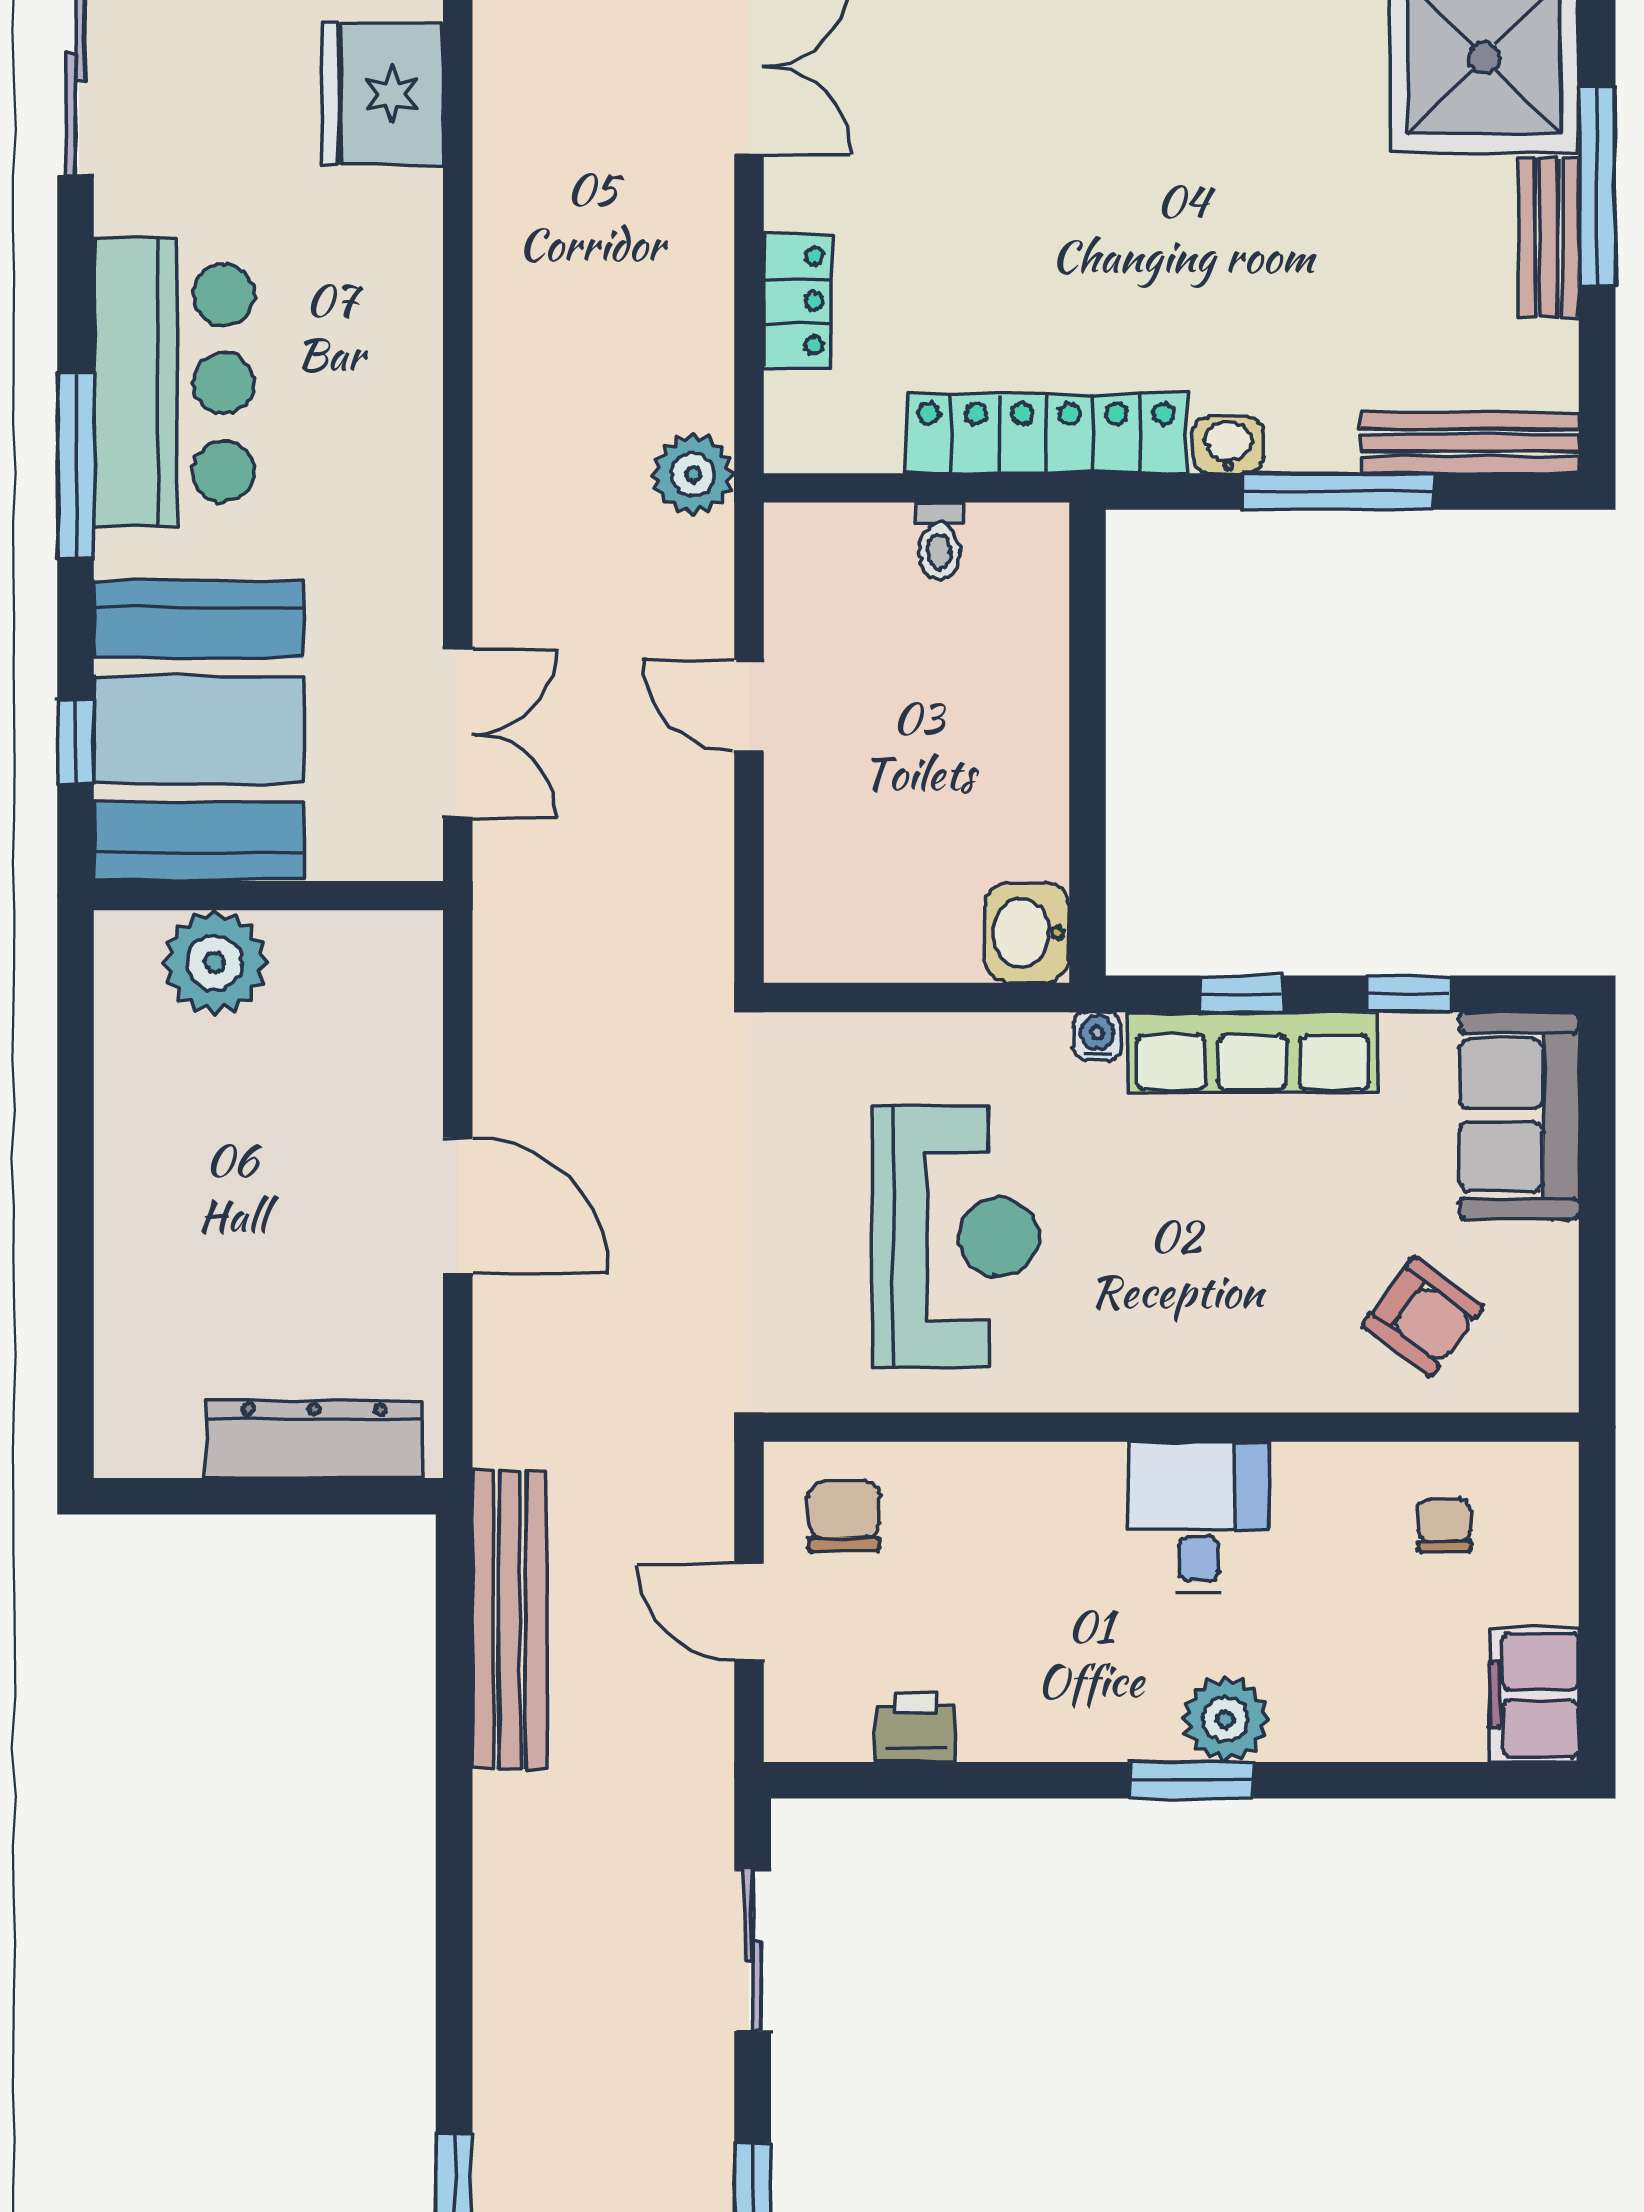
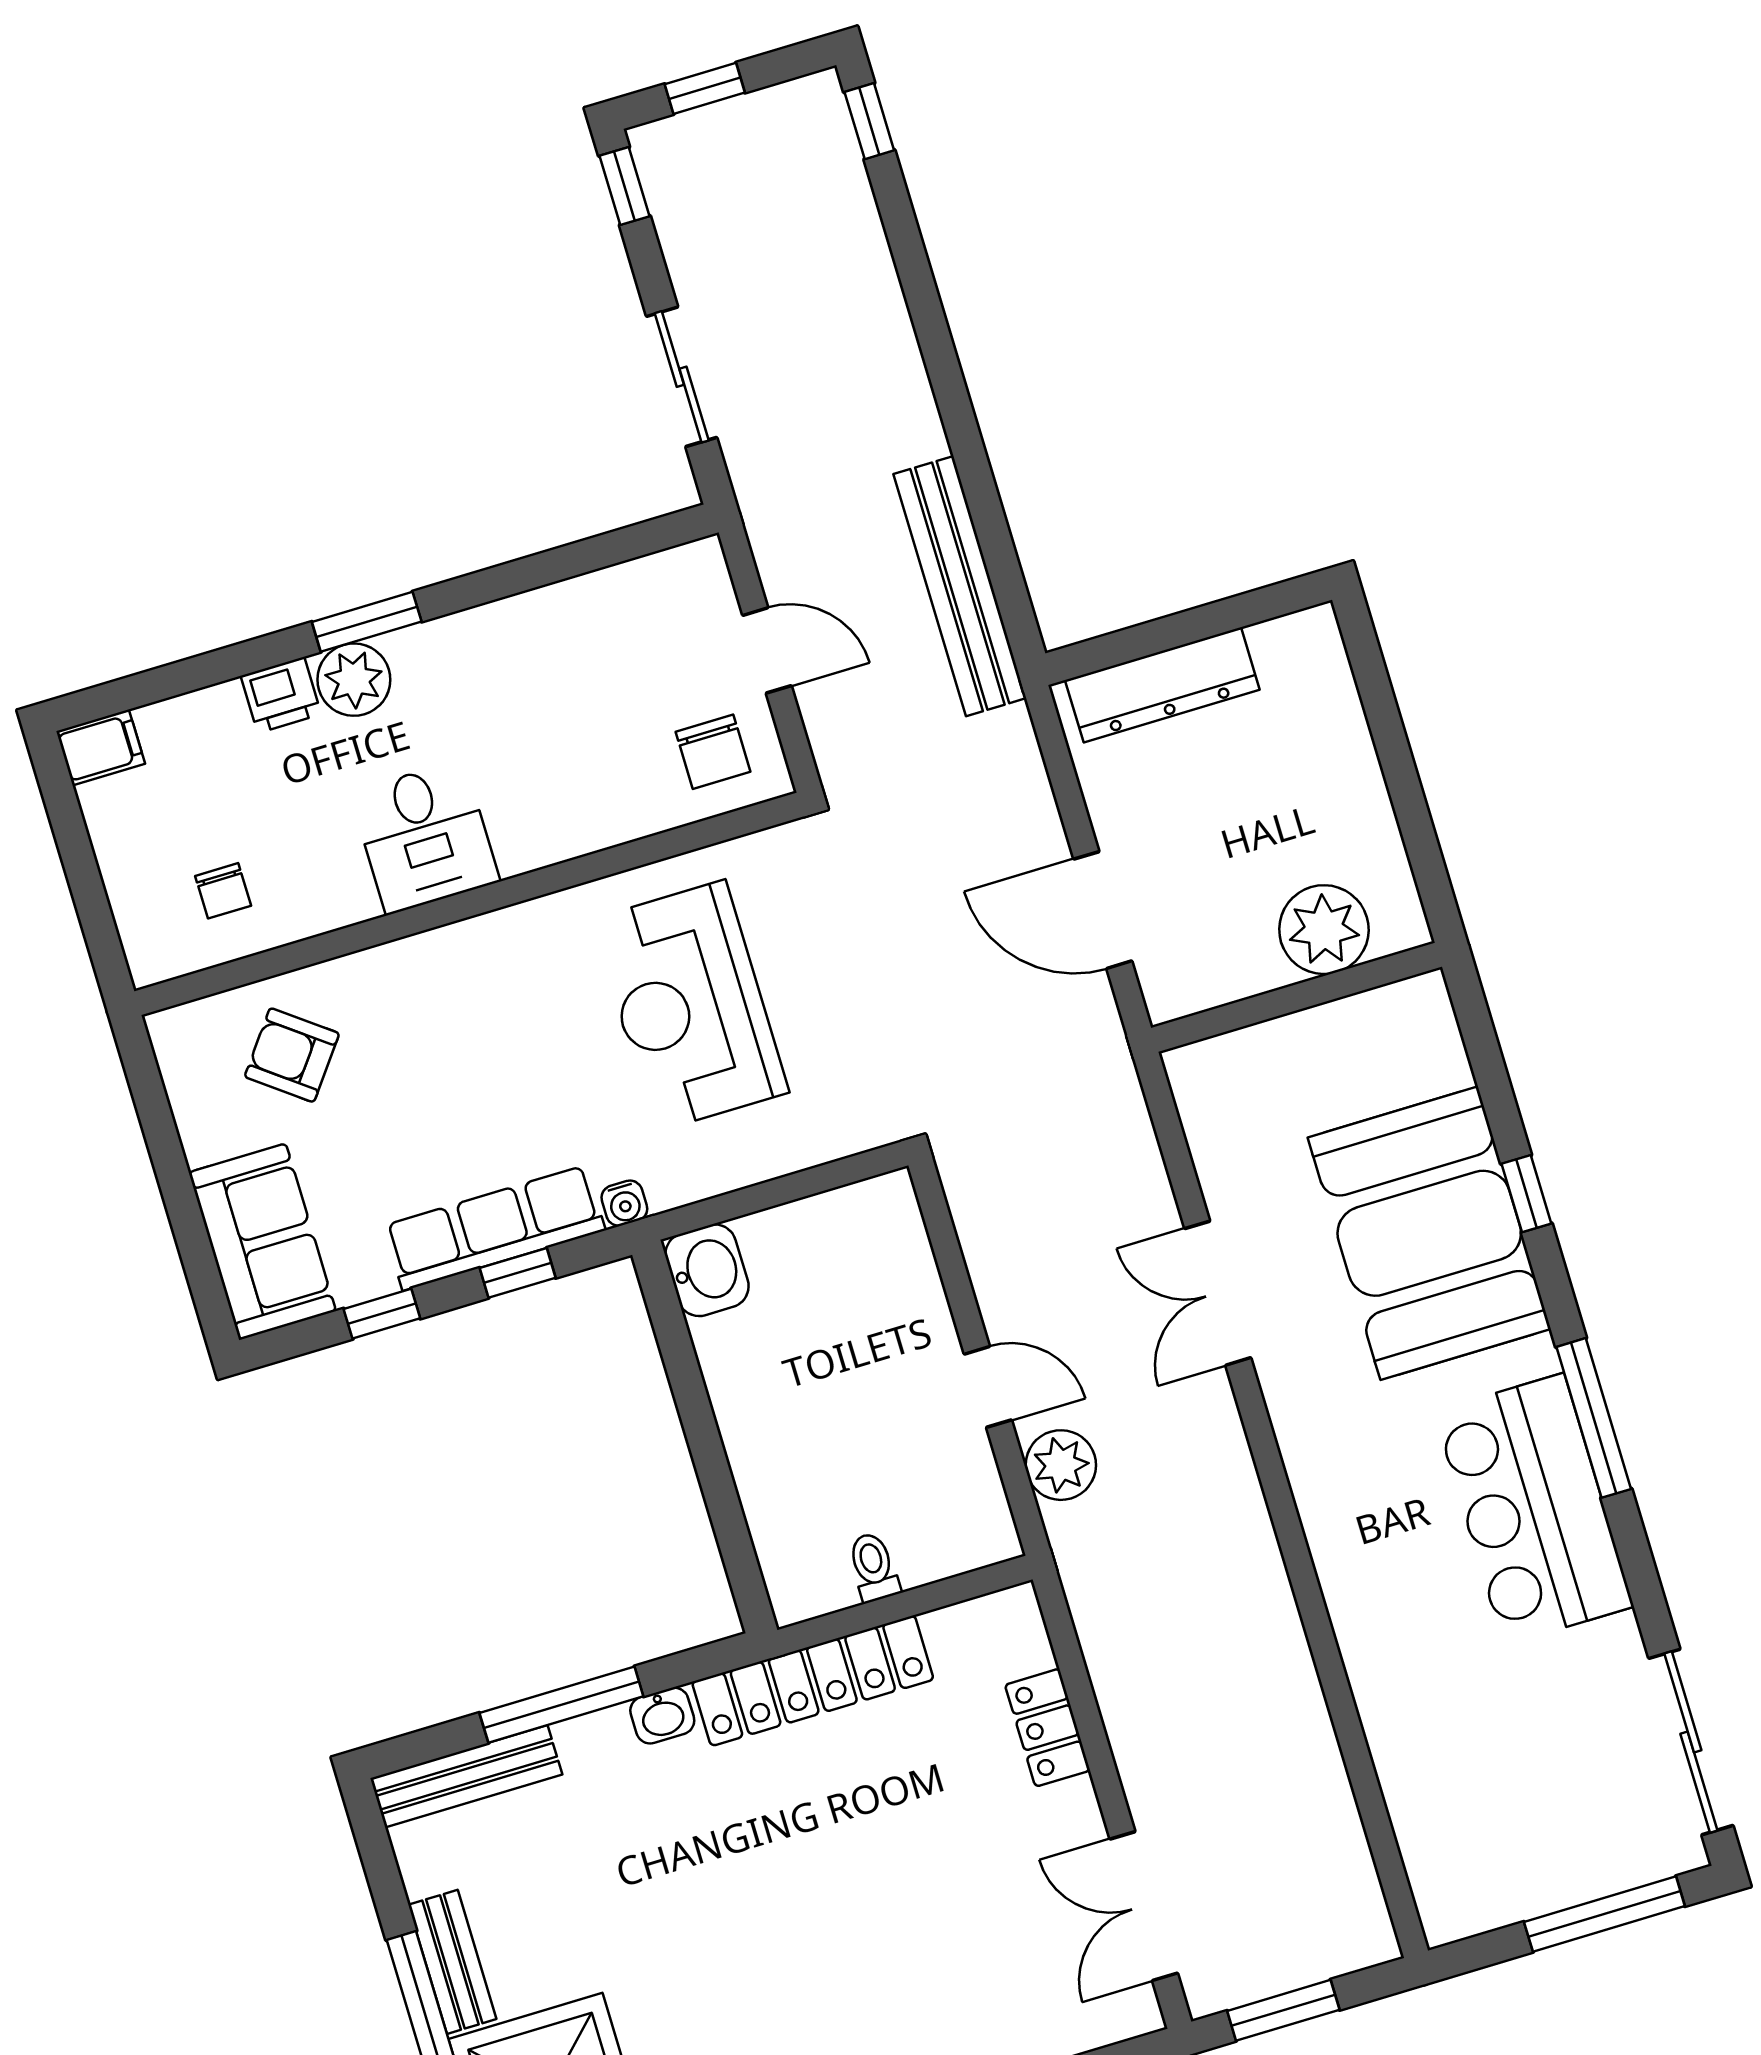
fridge: (383, 94) -> (1435, 1794), removed
plant: (693, 474) -> (1061, 1465), moved
wall: (268, 896) -> (1297, 997), moved
plant: (215, 963) -> (1324, 930), moved
filing cabinet: (1534, 1695) -> (101, 747), width x0.50
printer: (915, 1727) -> (281, 695), moved

